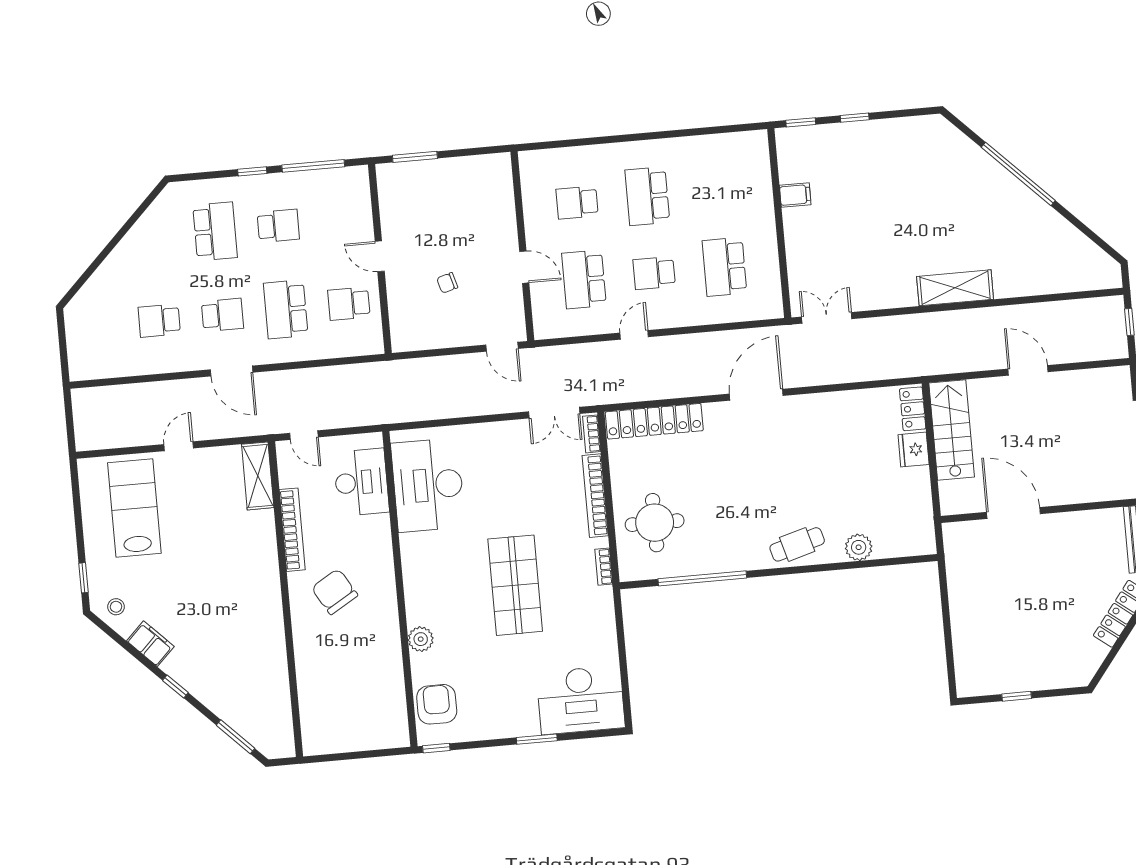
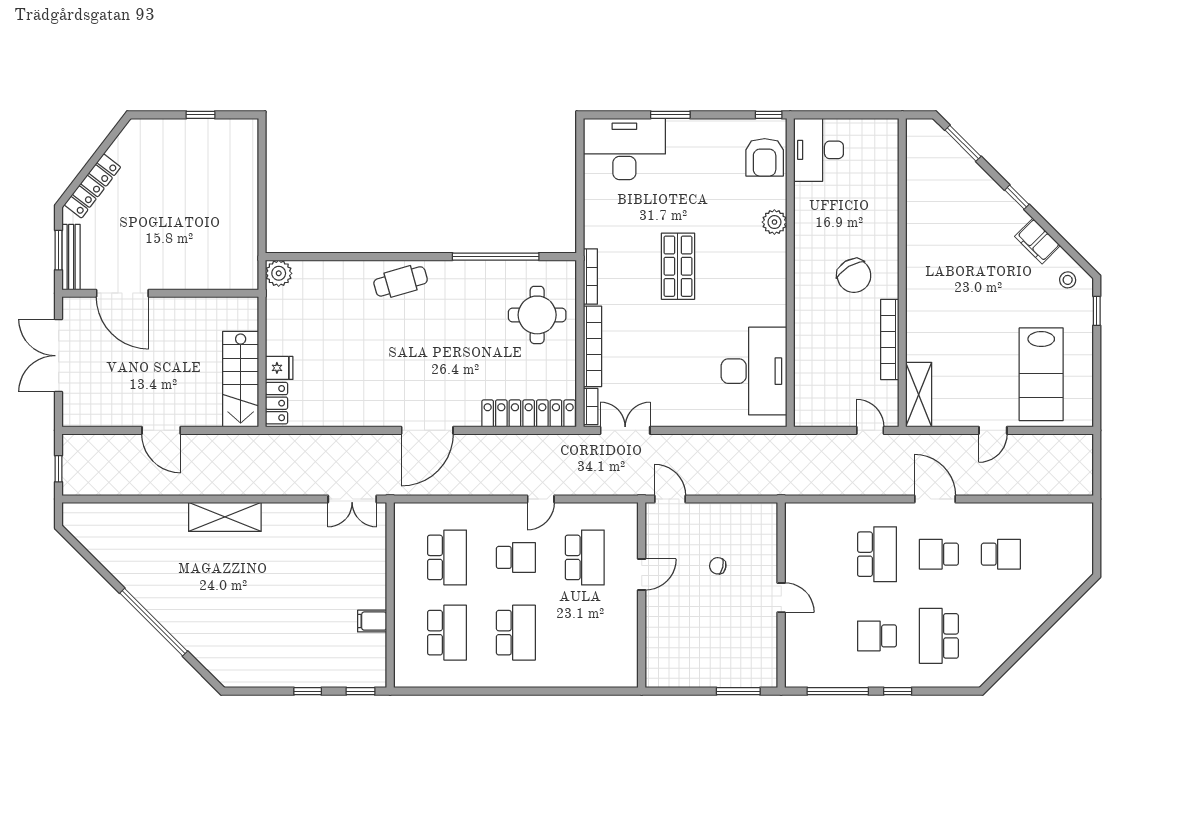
school desk: (577, 202) -> (447, 633), moved, width x1.85
door: (524, 267) -> (642, 574), swing flipped
chair: (447, 283) -> (718, 566), turned -152
school desk: (349, 304) -> (815, 554), removed
fridge: (914, 450) -> (279, 368), width x0.72
desk: (361, 482) -> (819, 150), moved
door: (1013, 513) -> (122, 293), moved
plant: (859, 547) -> (279, 273), moved
bookcase: (604, 567) -> (590, 277), width x1.56
shop shelf: (515, 585) -> (678, 266), width x0.70, depth x0.74

